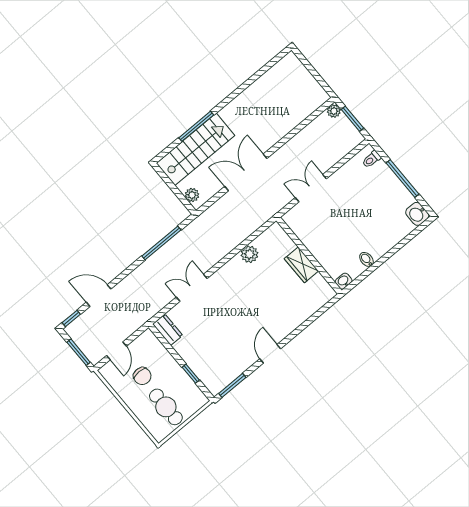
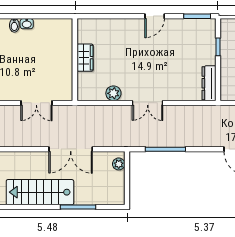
stairs: (196, 149) -> (40, 192), moved
bidet: (367, 259) -> (14, 25), moved
washbasin: (344, 281) -> (27, 24), moved
double door: (192, 288) -> (148, 103), moved
dresser: (168, 330) -> (209, 83), width x1.44

